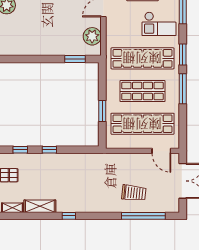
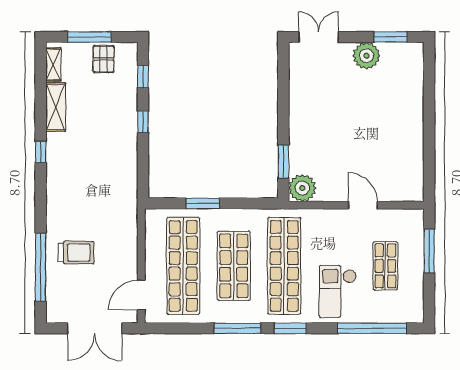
plant: (92, 36) -> (302, 188), moved
trolley: (134, 193) -> (76, 253), turned -96

